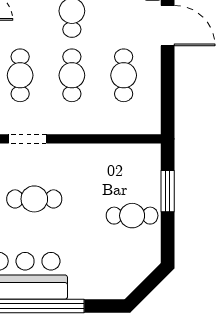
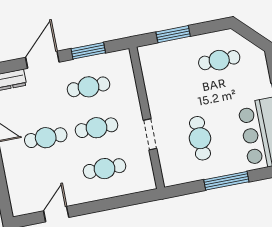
window: (168, 84) -> (88, 51), added
doorway: (28, 139) -> (150, 134), moved
cafe table: (132, 216) -> (219, 60), moved, turned 90

